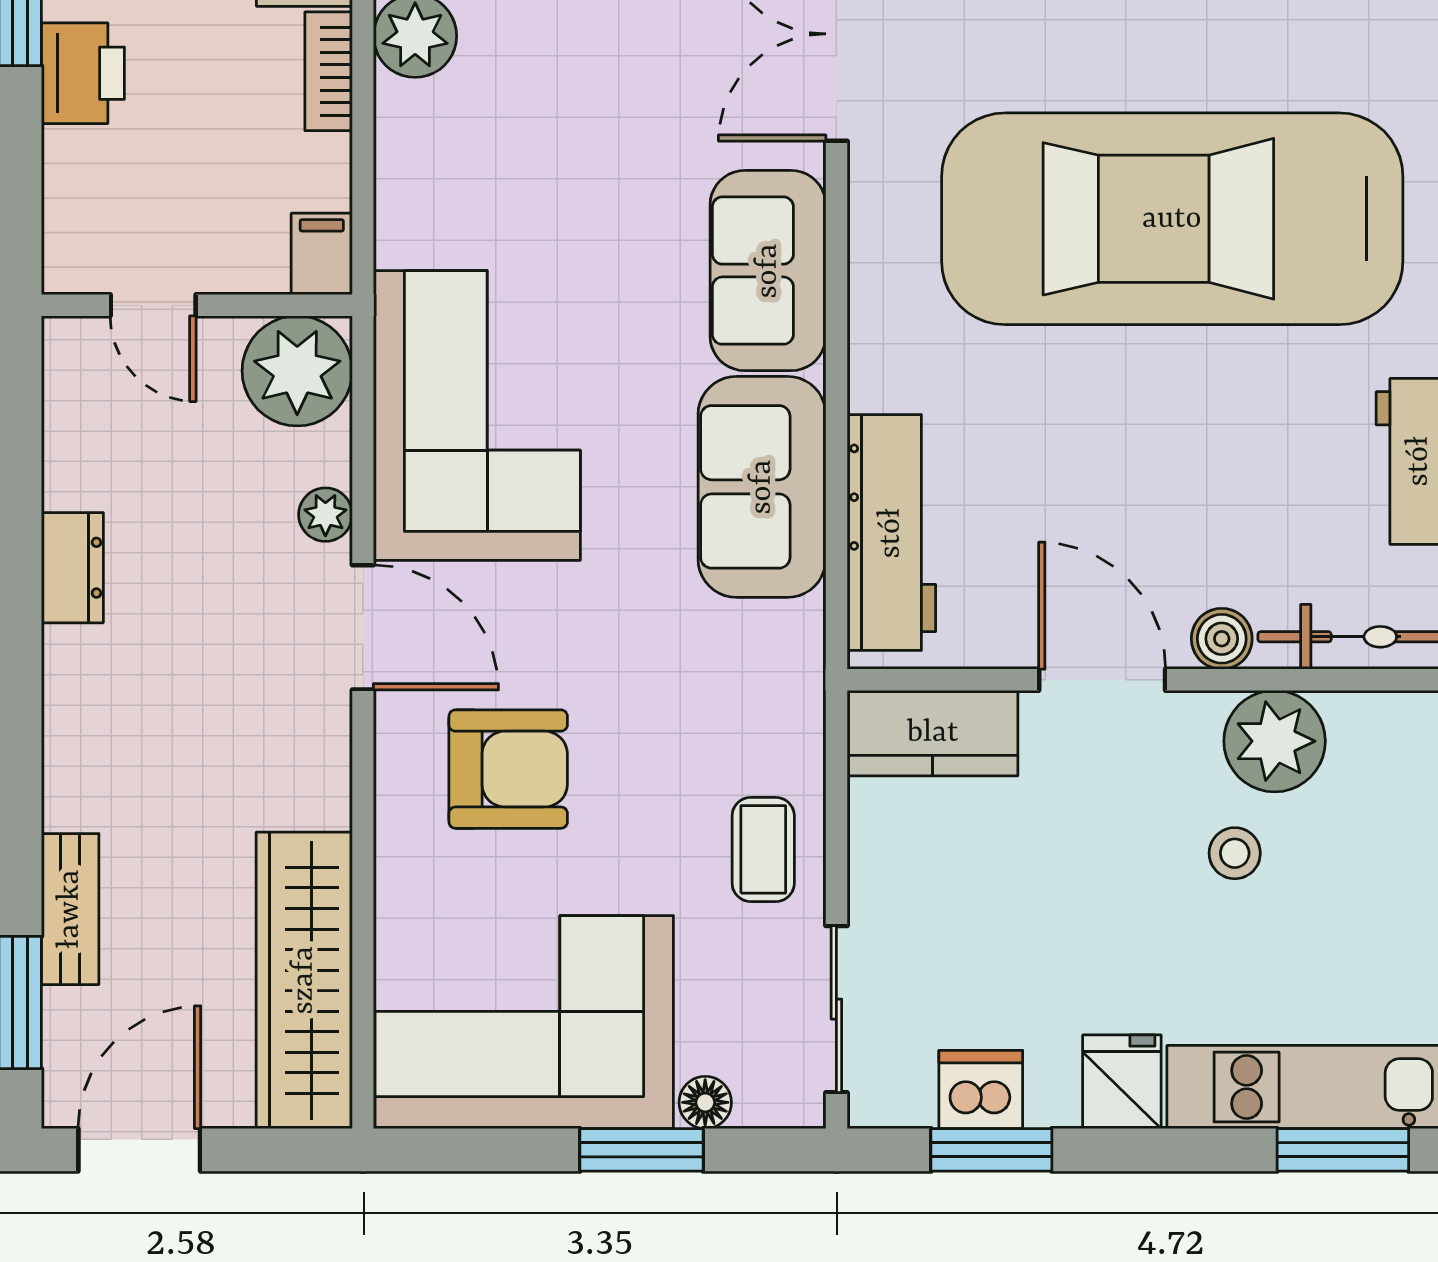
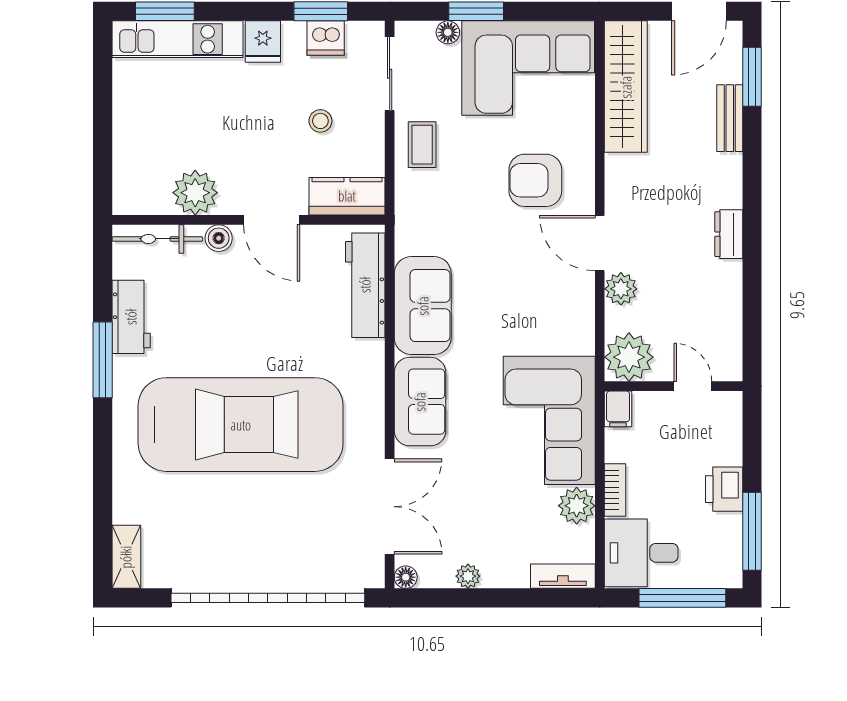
corner sofa: (477, 415) -> (549, 420), moved
plant: (325, 515) -> (621, 289), width x1.38, depth x1.38
dresser: (72, 568) -> (729, 234), moved
stool: (1235, 853) -> (320, 121), moved

